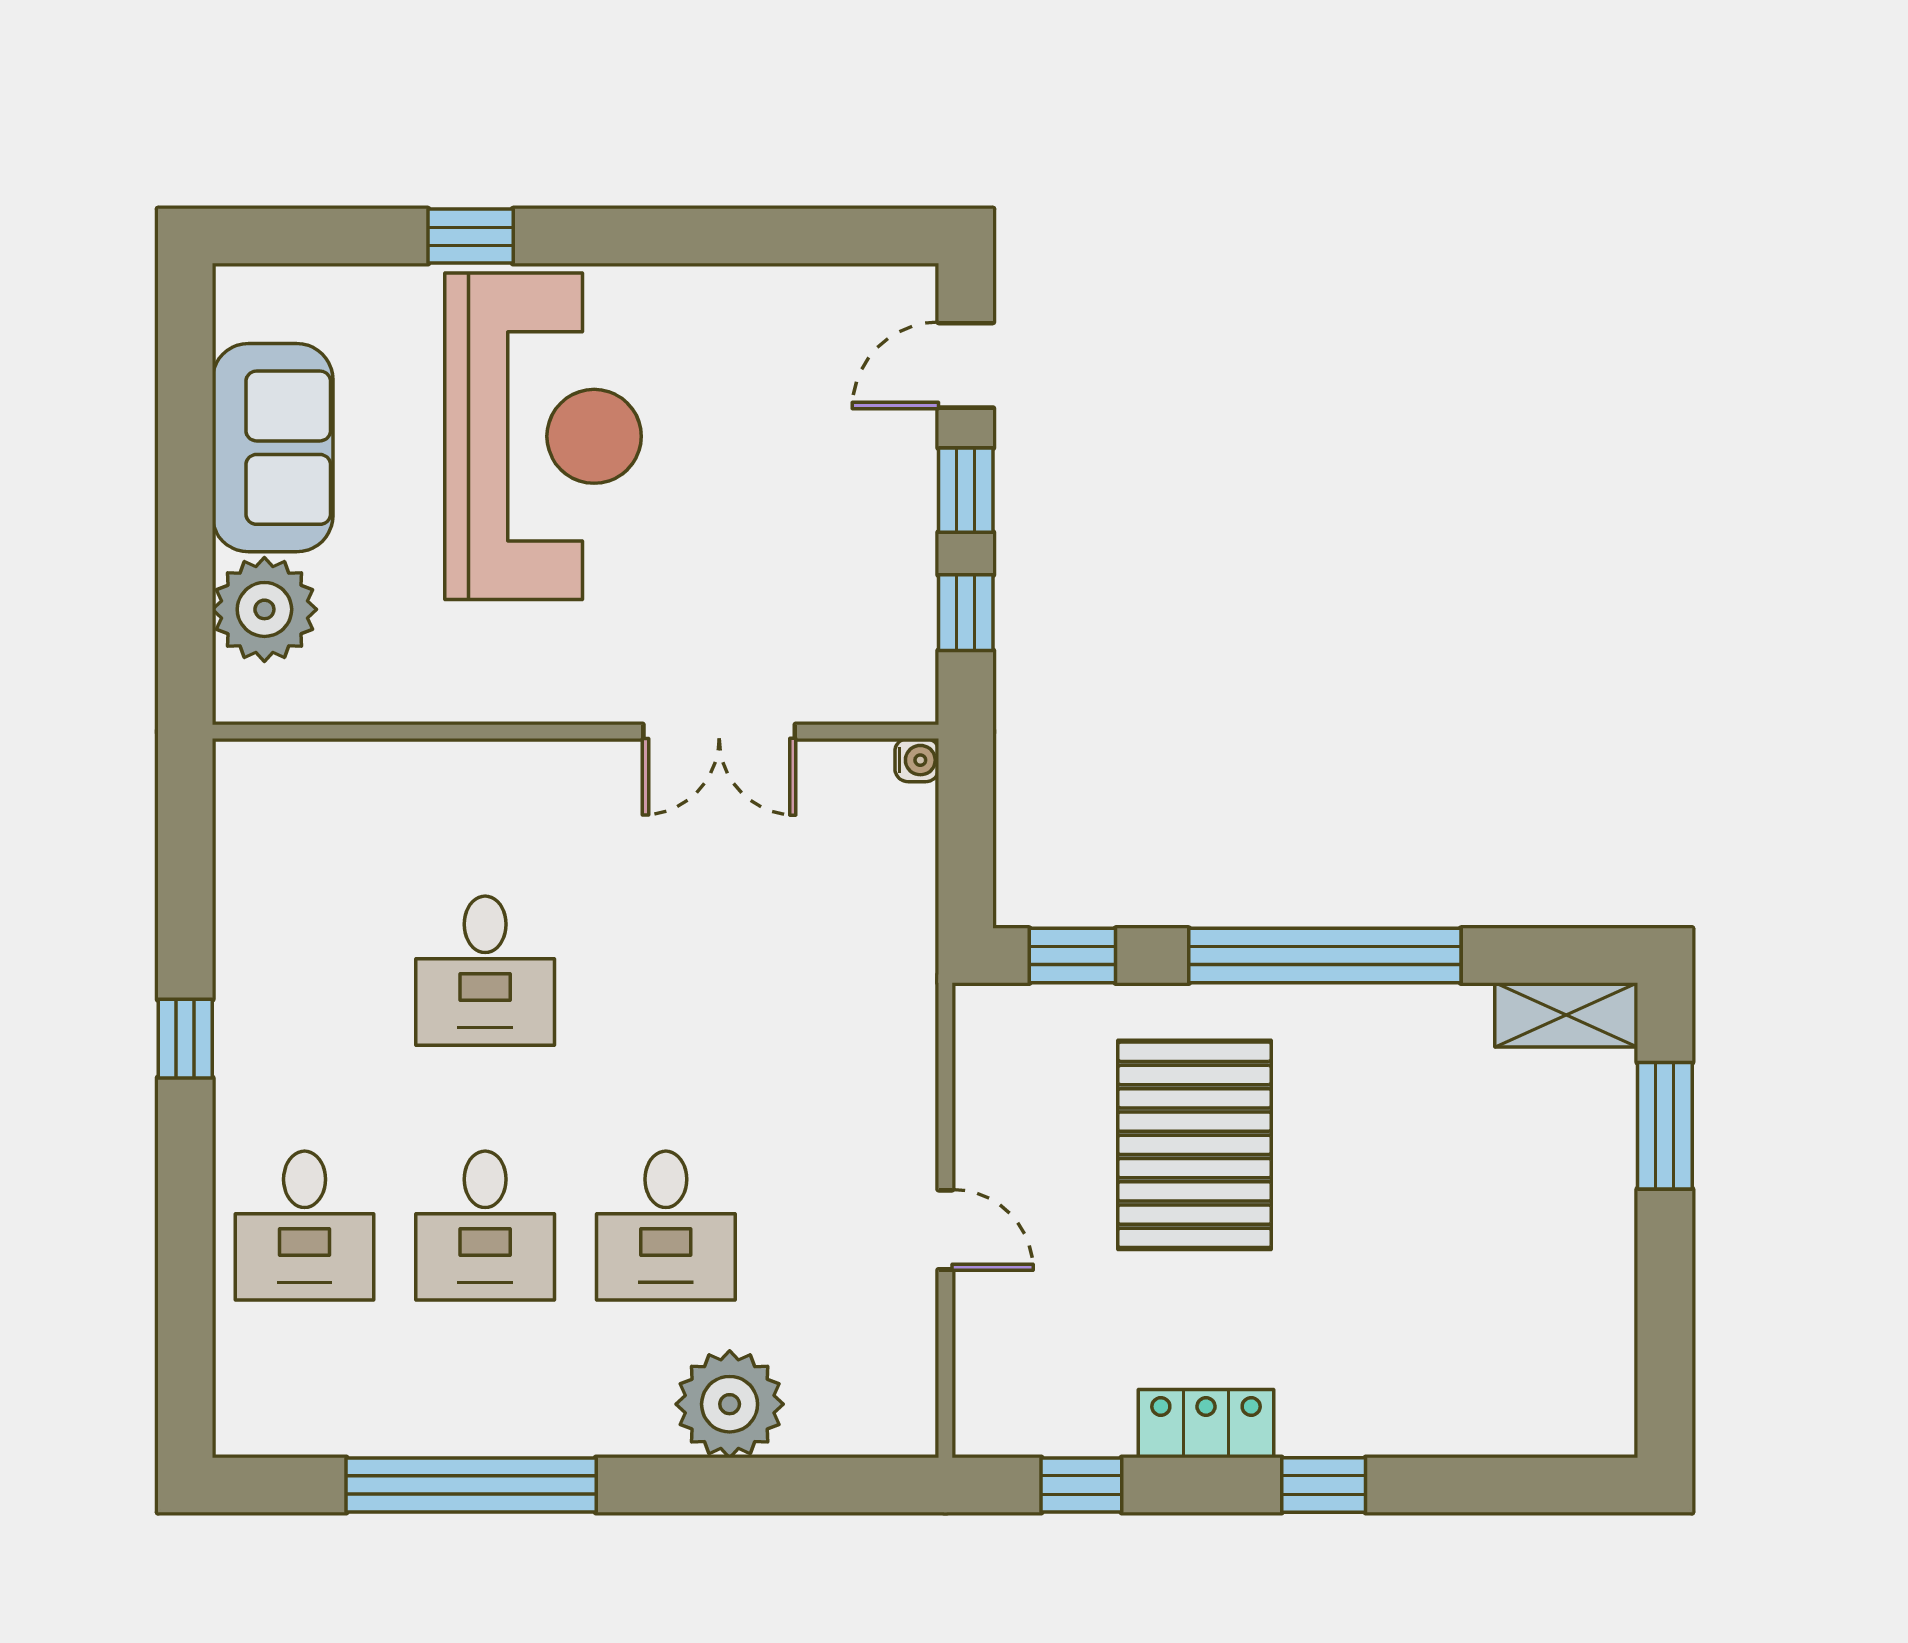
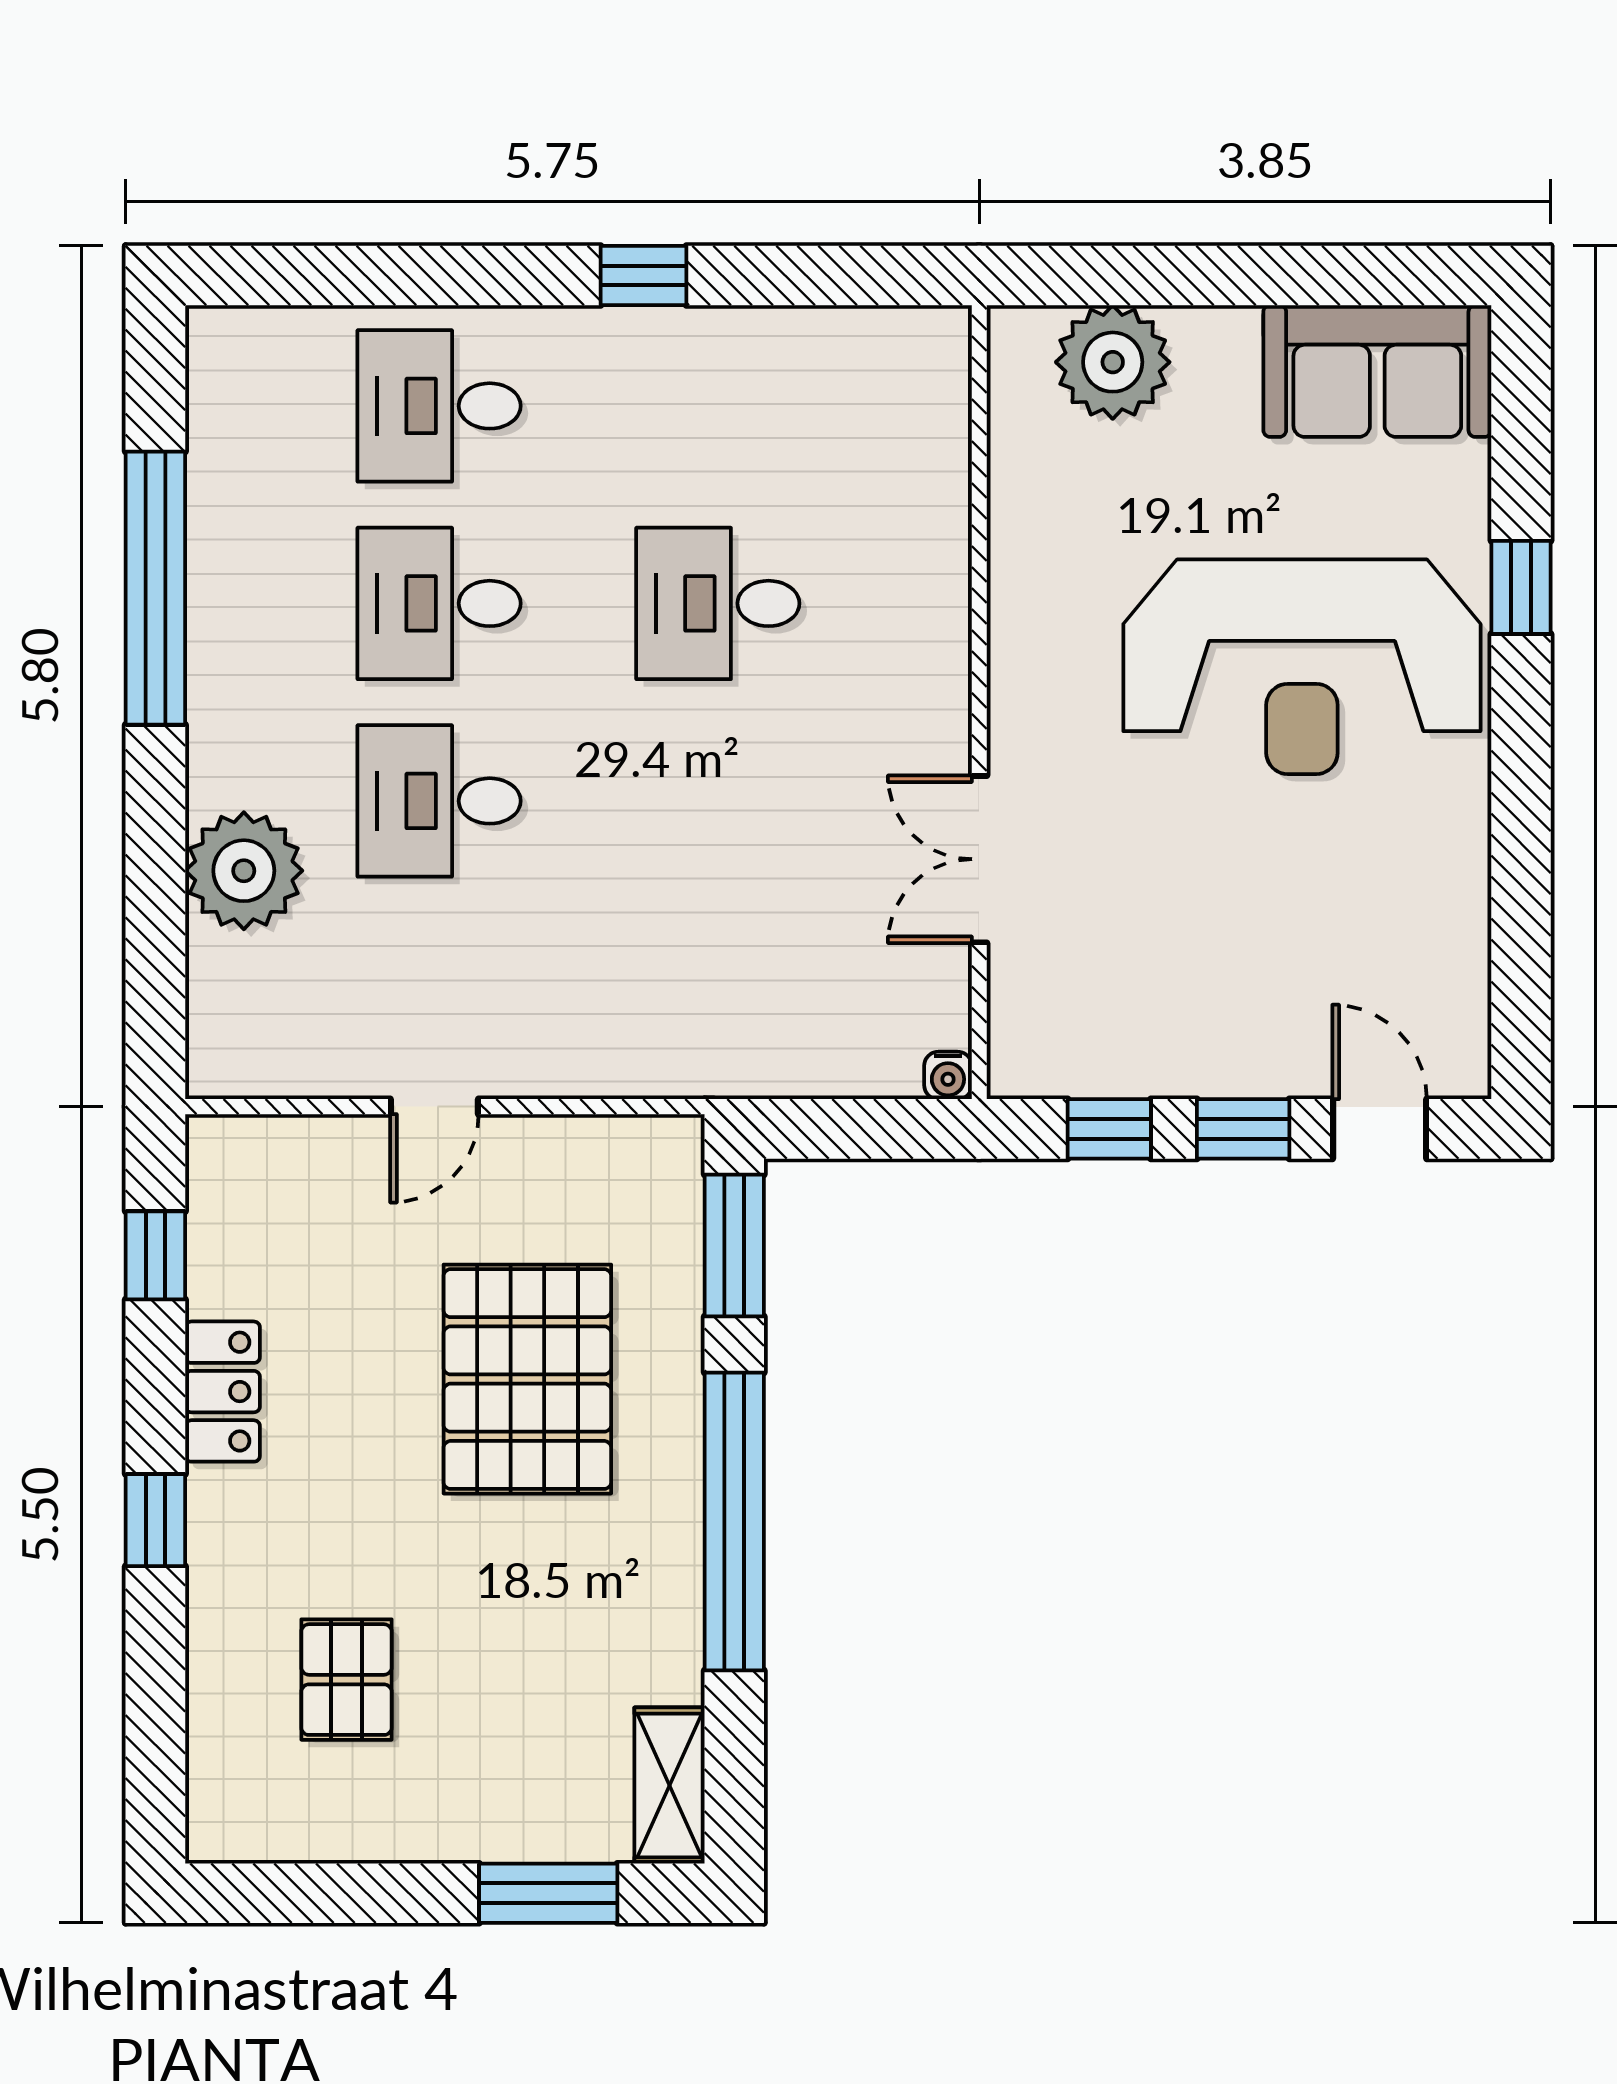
sofa: (273, 448) -> (1377, 371), moved
window: (1072, 956) -> (734, 1246), width x1.50
pallet: (1195, 1145) -> (527, 1379), turned 90
pallet: (1469, 1310) -> (346, 1680), added

